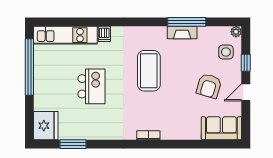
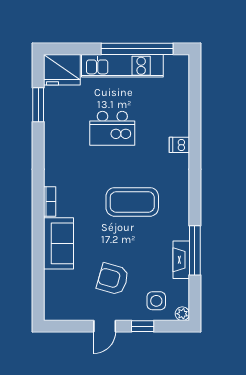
fireplace: (182, 33) -> (181, 260), moved
kitchen unit: (65, 35) -> (122, 66), moved, turned -90
door: (246, 92) -> (105, 326), swing flipped
sofa: (221, 128) -> (59, 243), moved

